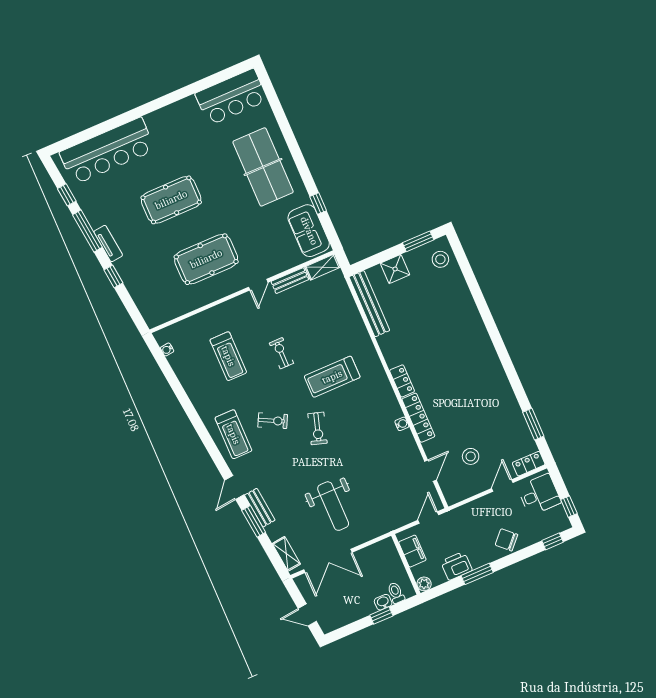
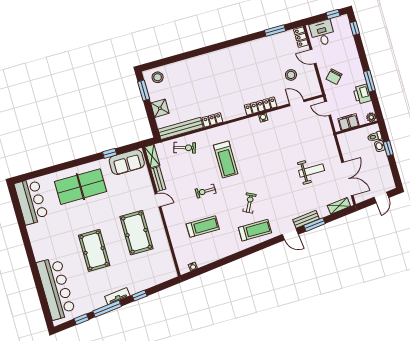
locker: (402, 381) -> (212, 120), moved
exercise bike: (317, 429) -> (185, 148), moved
weight bench: (333, 506) -> (312, 171), width x0.73, depth x0.75
chair: (506, 540) -> (334, 77), moved

